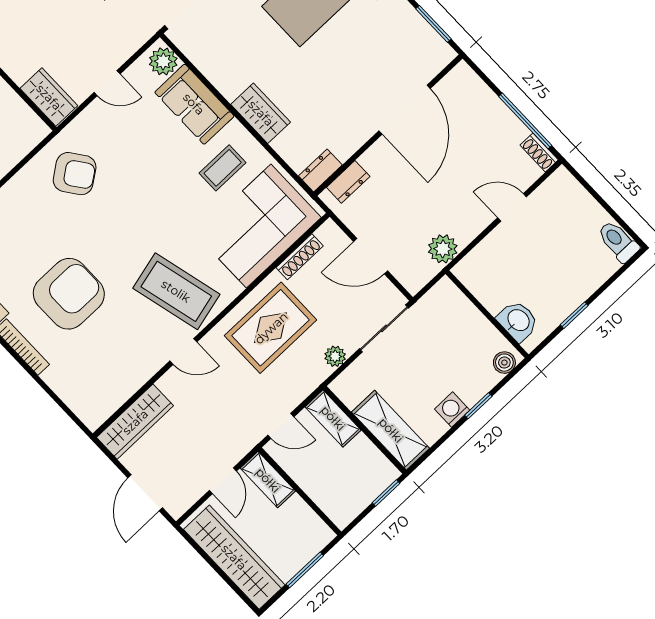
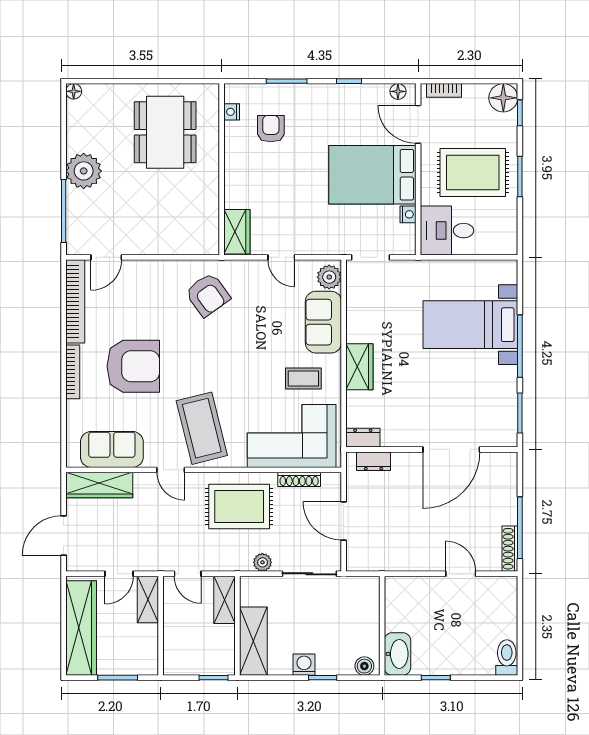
shoe rack: (539, 153) -> (510, 549), width x1.43
plant: (443, 249) -> (393, 559), removed
washbasin: (518, 321) -> (397, 654), width x1.38
sofa: (117, 381) -> (112, 449), added

